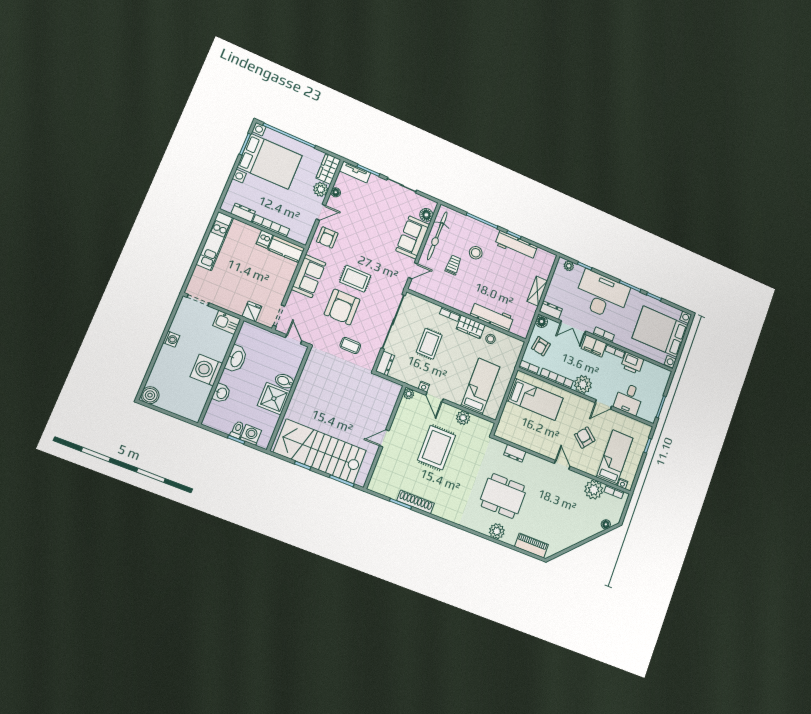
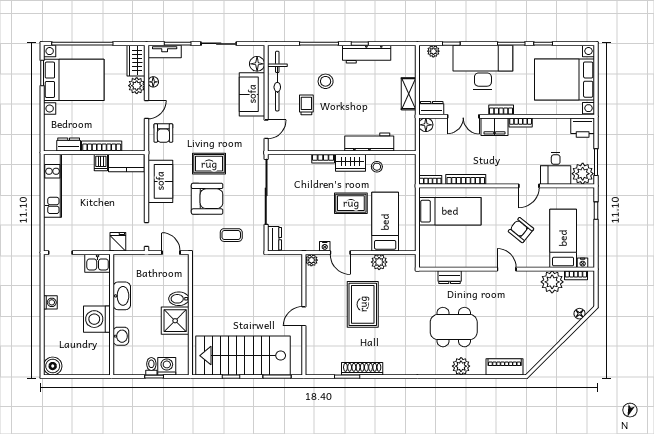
armchair: (342, 307) -> (207, 199), turned -90
rug: (429, 344) -> (351, 203), moved, turned 90
armchair: (541, 346) -> (435, 152), removed
printer: (632, 363) -> (583, 128), moved
plant: (583, 384) -> (583, 174), moved

